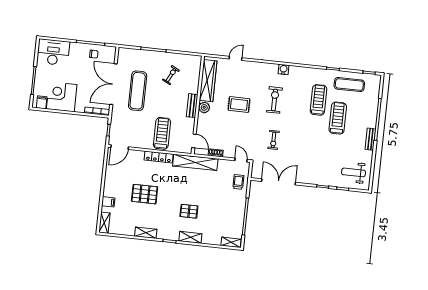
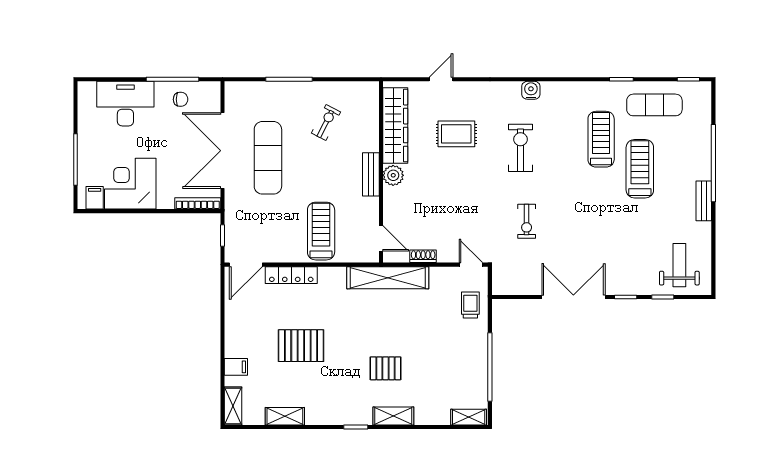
desk: (53, 52) -> (125, 104), moved
rug: (239, 104) -> (456, 134), moved
locker: (159, 157) -> (291, 275), moved
weight bench: (354, 172) -> (679, 265), turned 90
double door: (279, 182) -> (573, 297), moved
shelving: (146, 233) -> (285, 416), moved

